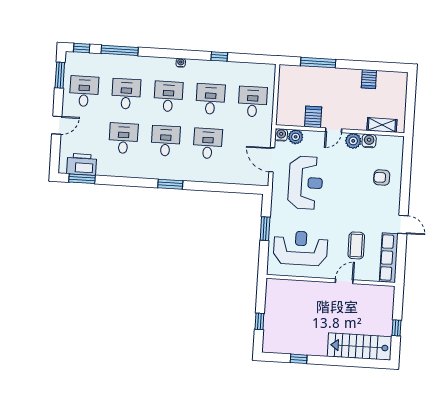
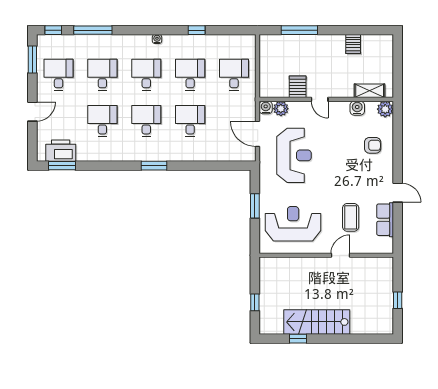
door: (334, 130) -> (320, 99), hinge flipped
plant: (353, 141) -> (385, 109), moved
armchair: (382, 177) -> (373, 145), turned 180
row of seats: (389, 258) -> (385, 220), width x0.68
stairs: (360, 346) -> (317, 322), moved

